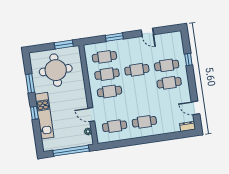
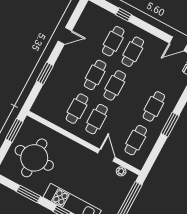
cafe table: (104, 57) -> (115, 85), moved
door: (91, 115) -> (106, 155), swing flipped
window: (140, 141) -> (170, 125), added

